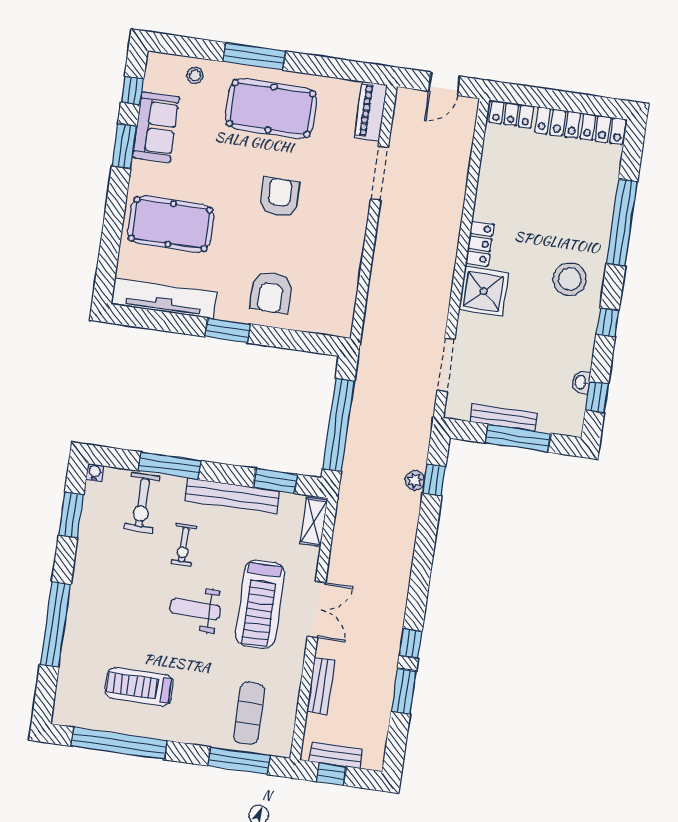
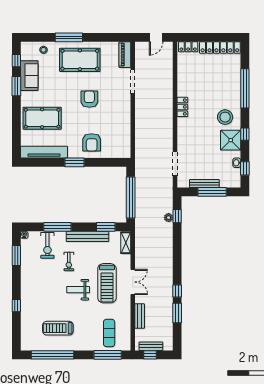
shower: (484, 291) -> (231, 140), moved
window: (55, 624) -> (16, 306), width x0.32

